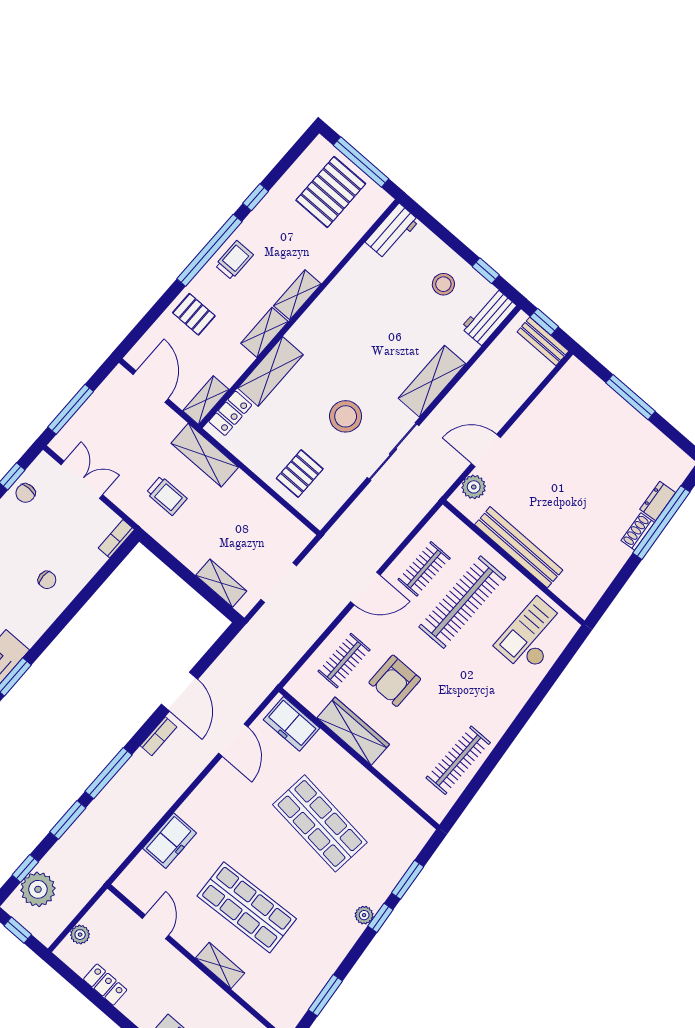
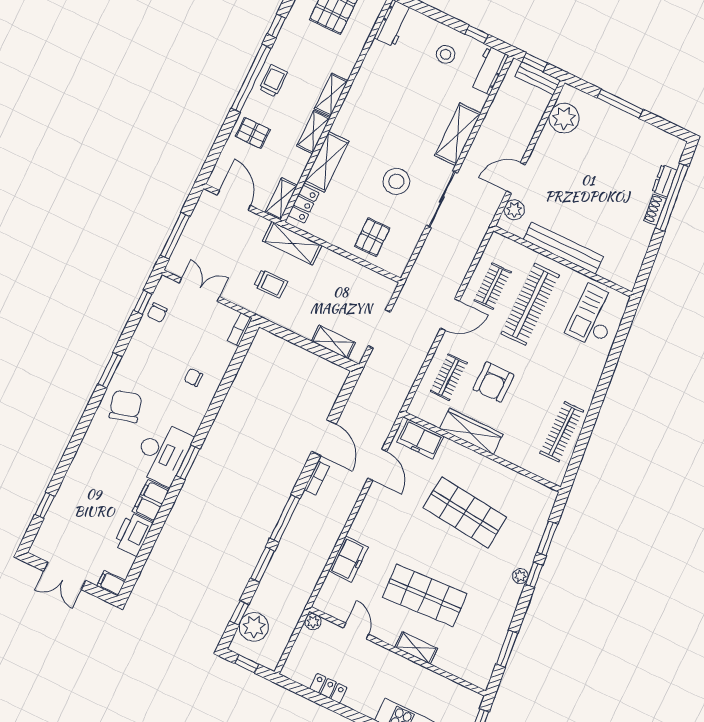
plant: (561, 396) -> (564, 118), added
chair: (47, 580) -> (193, 377), turned 180
plant: (80, 935) -> (313, 622), moved

